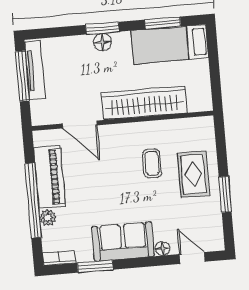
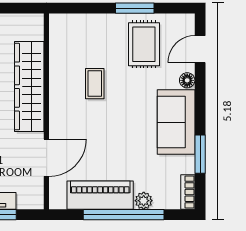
coffee table: (152, 163) -> (95, 84), turned 90
rug: (193, 174) -> (144, 44), moved, turned 90

